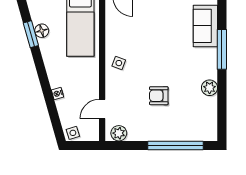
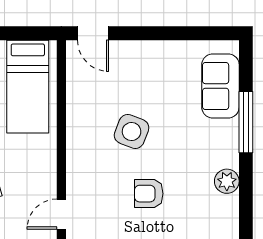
side table: (119, 63) -> (132, 132), moved, width x1.87, depth x1.87

